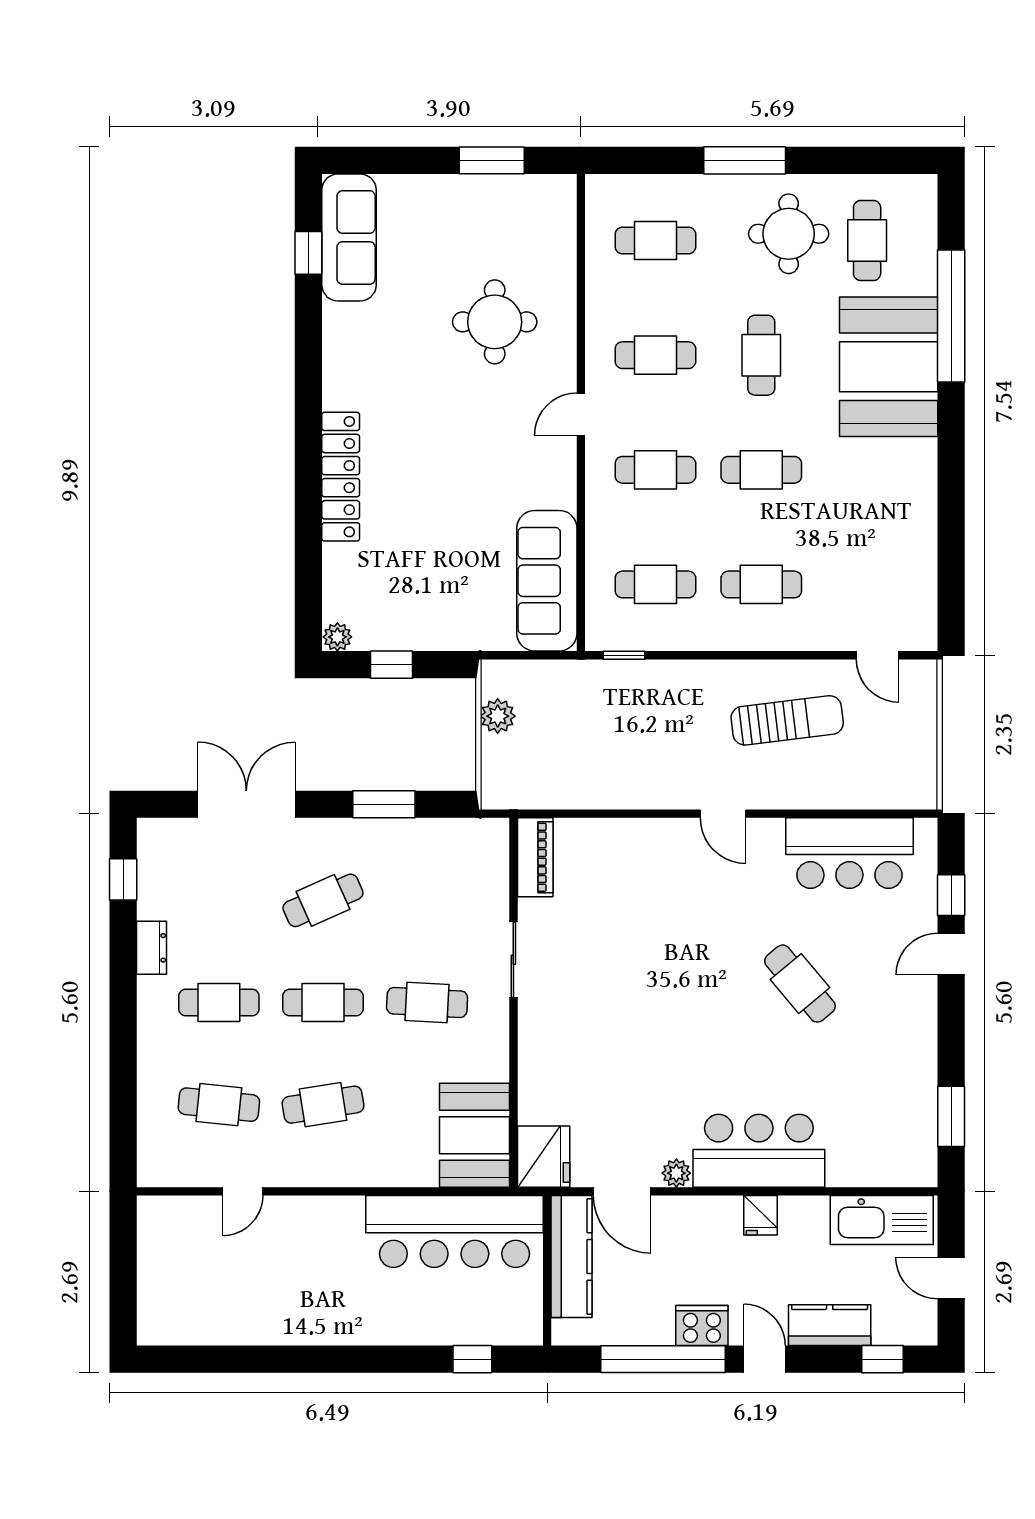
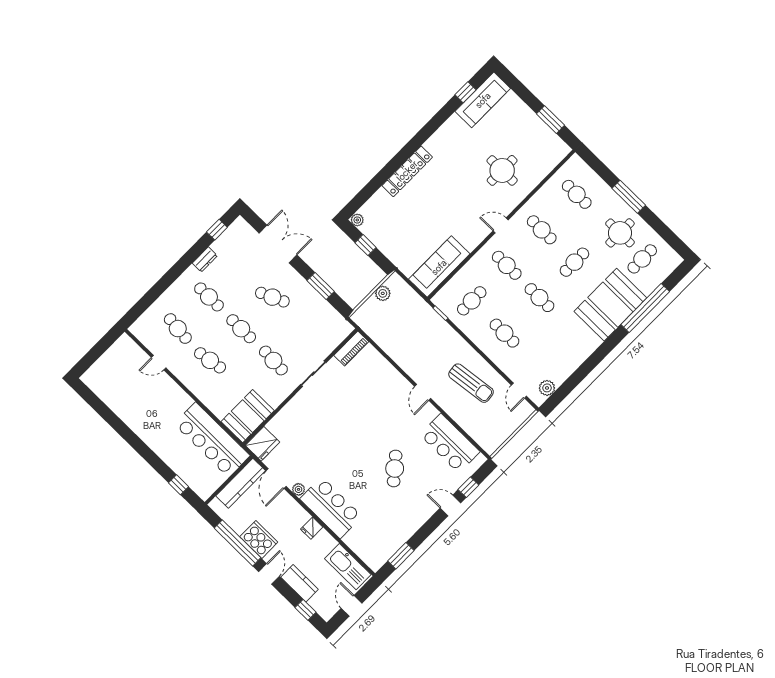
cafe table: (655, 584) -> (472, 301), turned 90
plant: (919, 606) -> (547, 388), added
cooker: (702, 1326) -> (259, 539), width x1.37, depth x1.31

